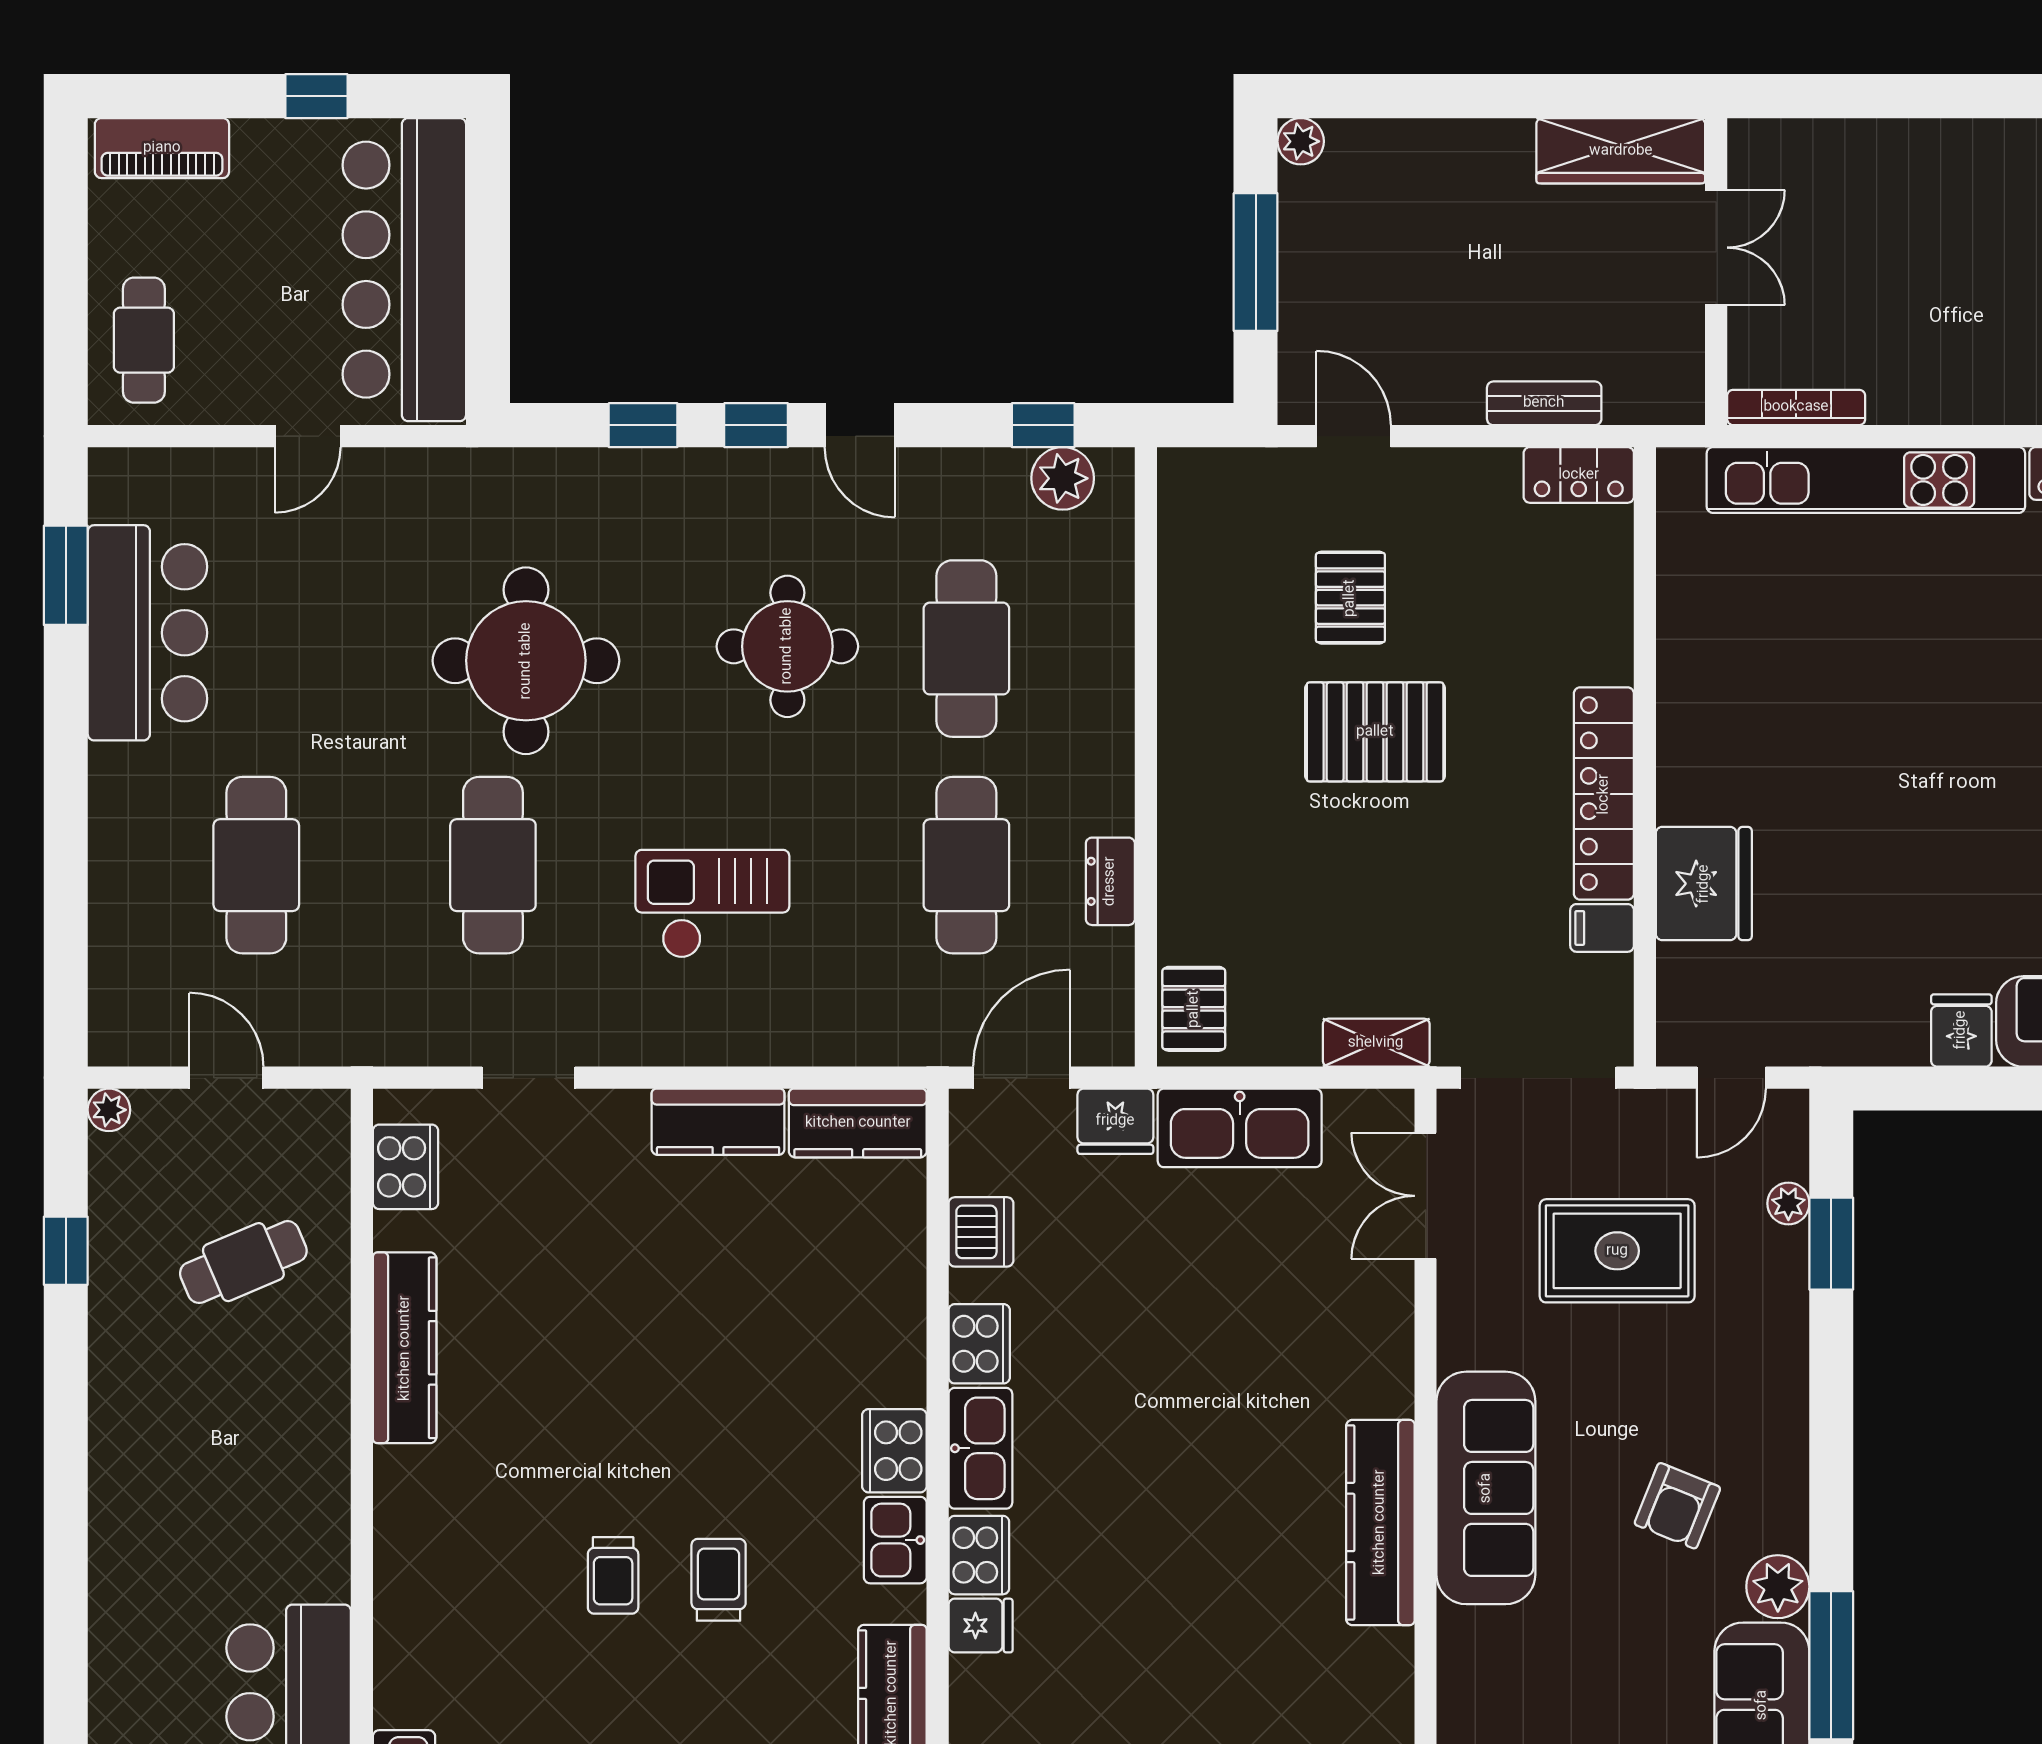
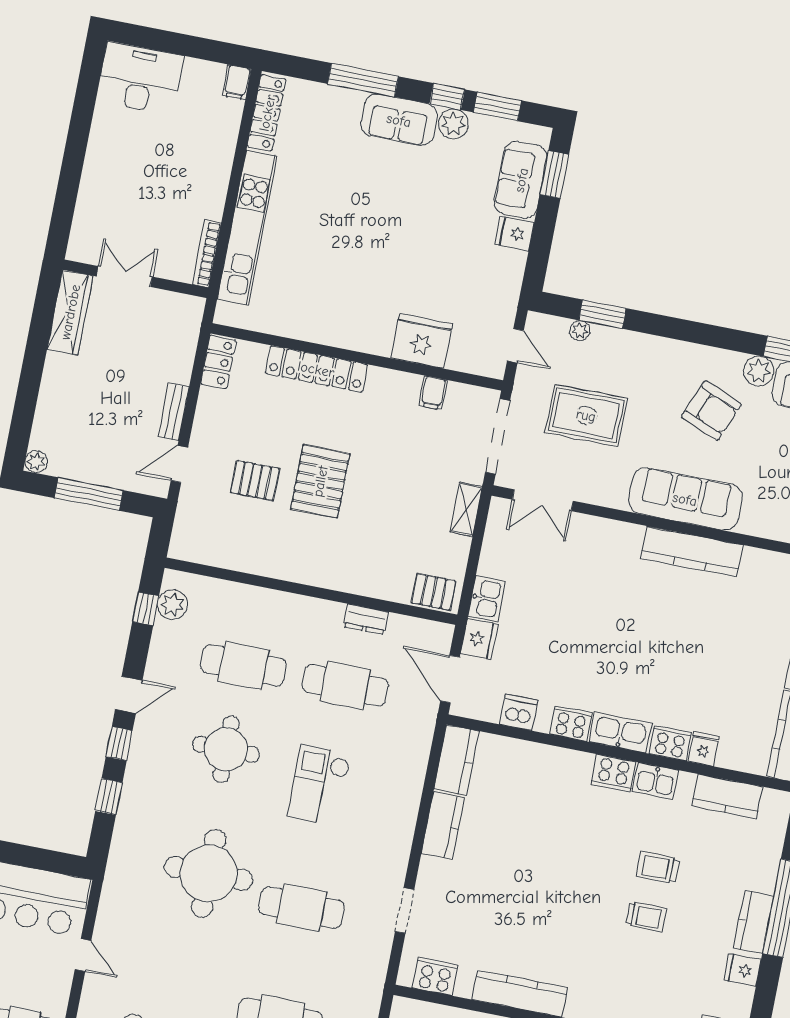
bench: (1544, 403) -> (174, 412), moved
locker: (1604, 794) -> (316, 369), moved
checkout: (712, 904) -> (319, 785), moved
kitchen sink: (1240, 1128) -> (487, 599), width x0.53, depth x0.81
rug: (1617, 1251) -> (586, 415), turned 90
armchair: (1677, 1506) -> (711, 411), width x1.38, depth x1.38

